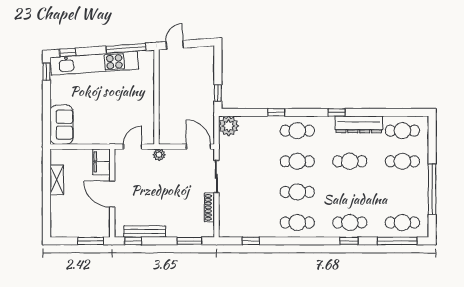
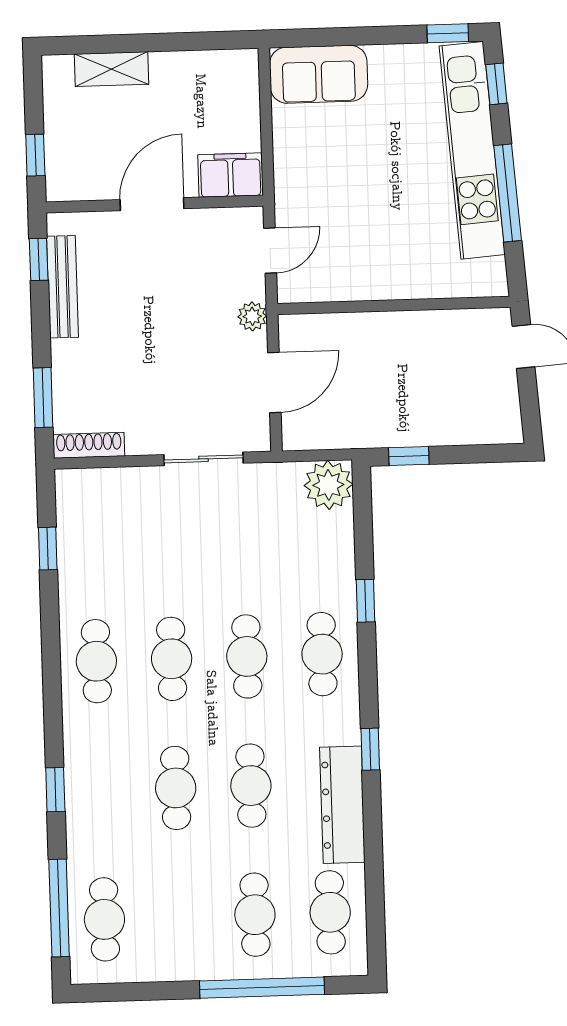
window: (126, 48) -> (508, 193), moved
door: (132, 147) -> (270, 250), hinge flipped
door: (198, 147) -> (274, 382), moved
shelving: (57, 180) -> (112, 69), moved
window: (432, 189) -> (262, 988), moved
shoe rack: (209, 207) -> (89, 445), moved
cafe table: (350, 223) -> (176, 788), moved
window: (91, 241) -> (35, 155), width x0.67

